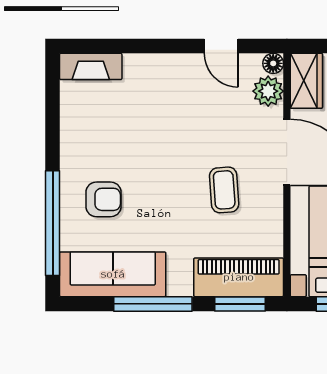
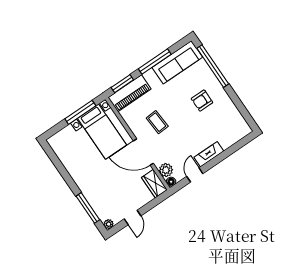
door: (221, 46) -> (195, 175), hinge flipped
fireplace: (91, 66) -> (209, 154), moved
armchair: (103, 199) -> (202, 101), moved

